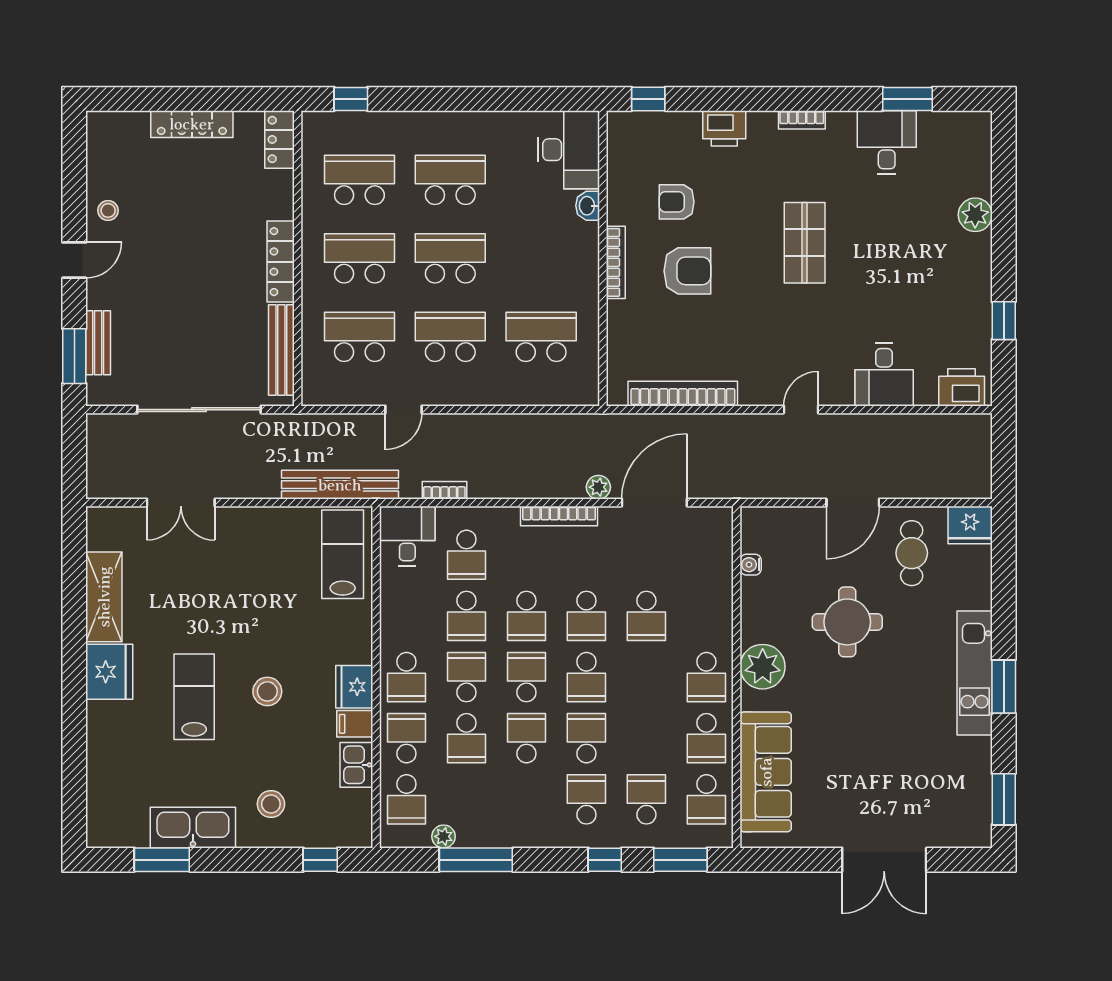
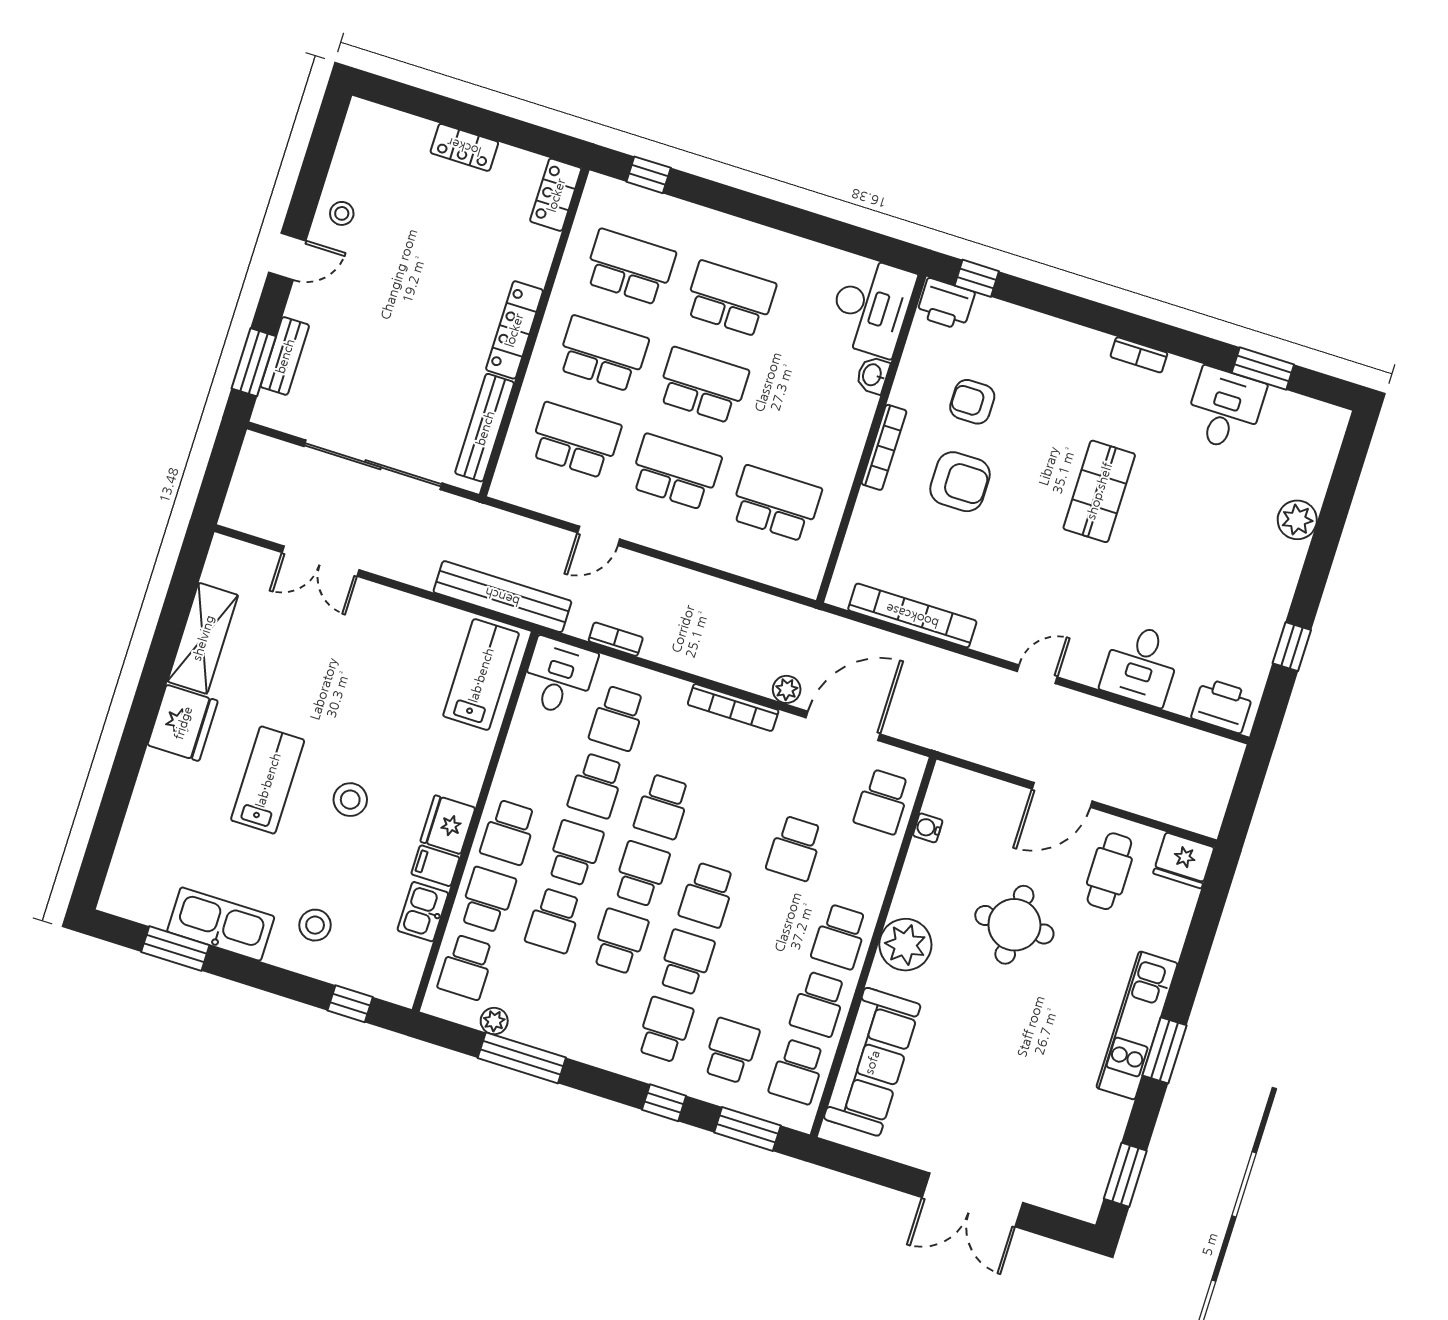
locker: (192, 124) -> (464, 147), width x0.66
printer: (724, 128) -> (946, 304), moved
school desk: (586, 616) -> (882, 802), moved

